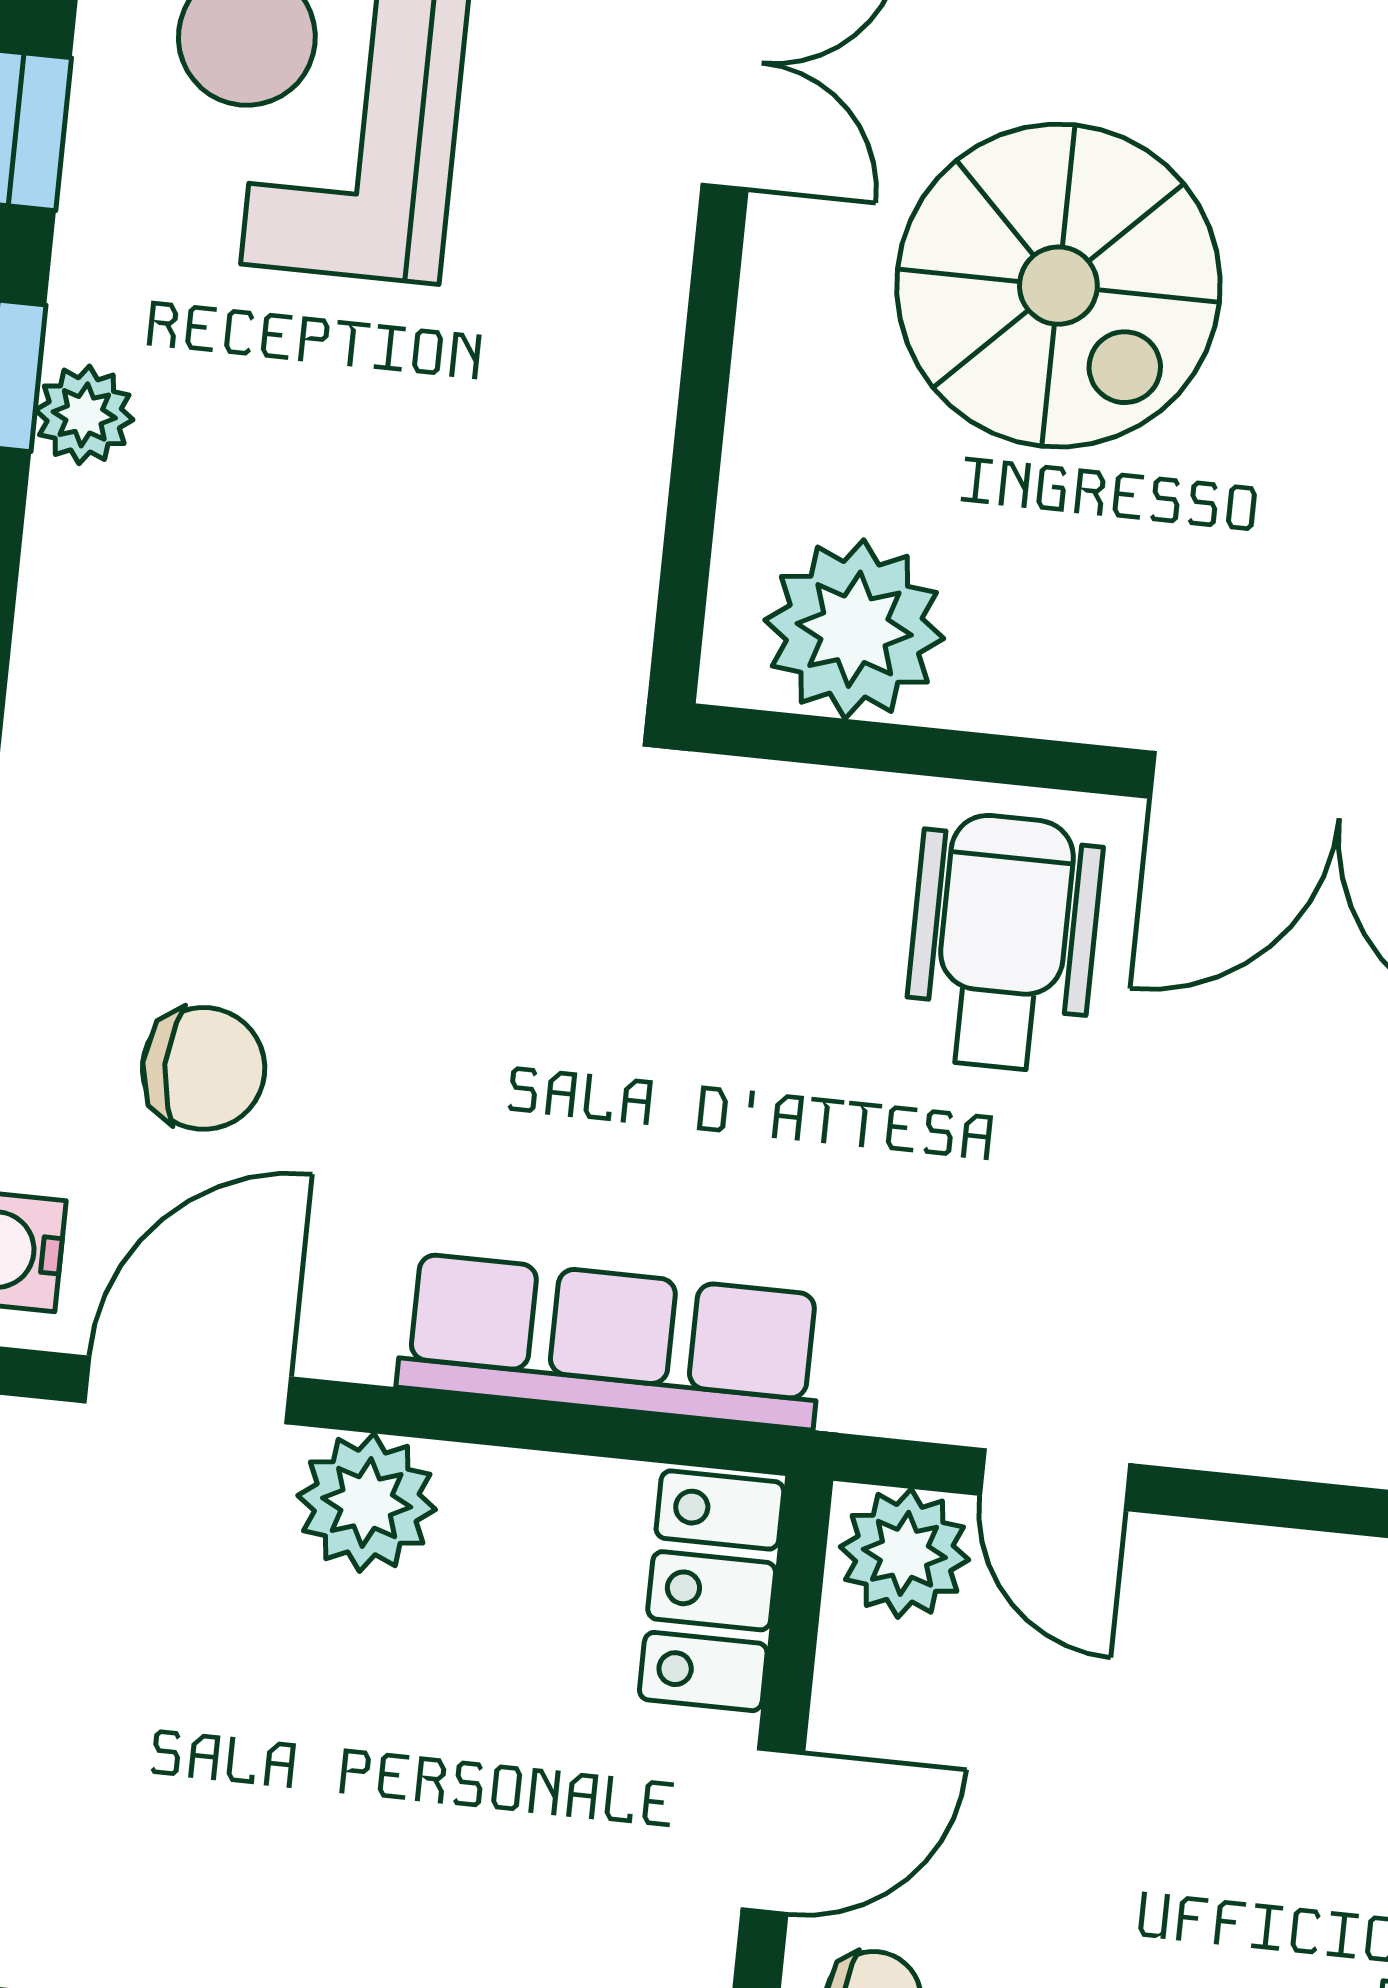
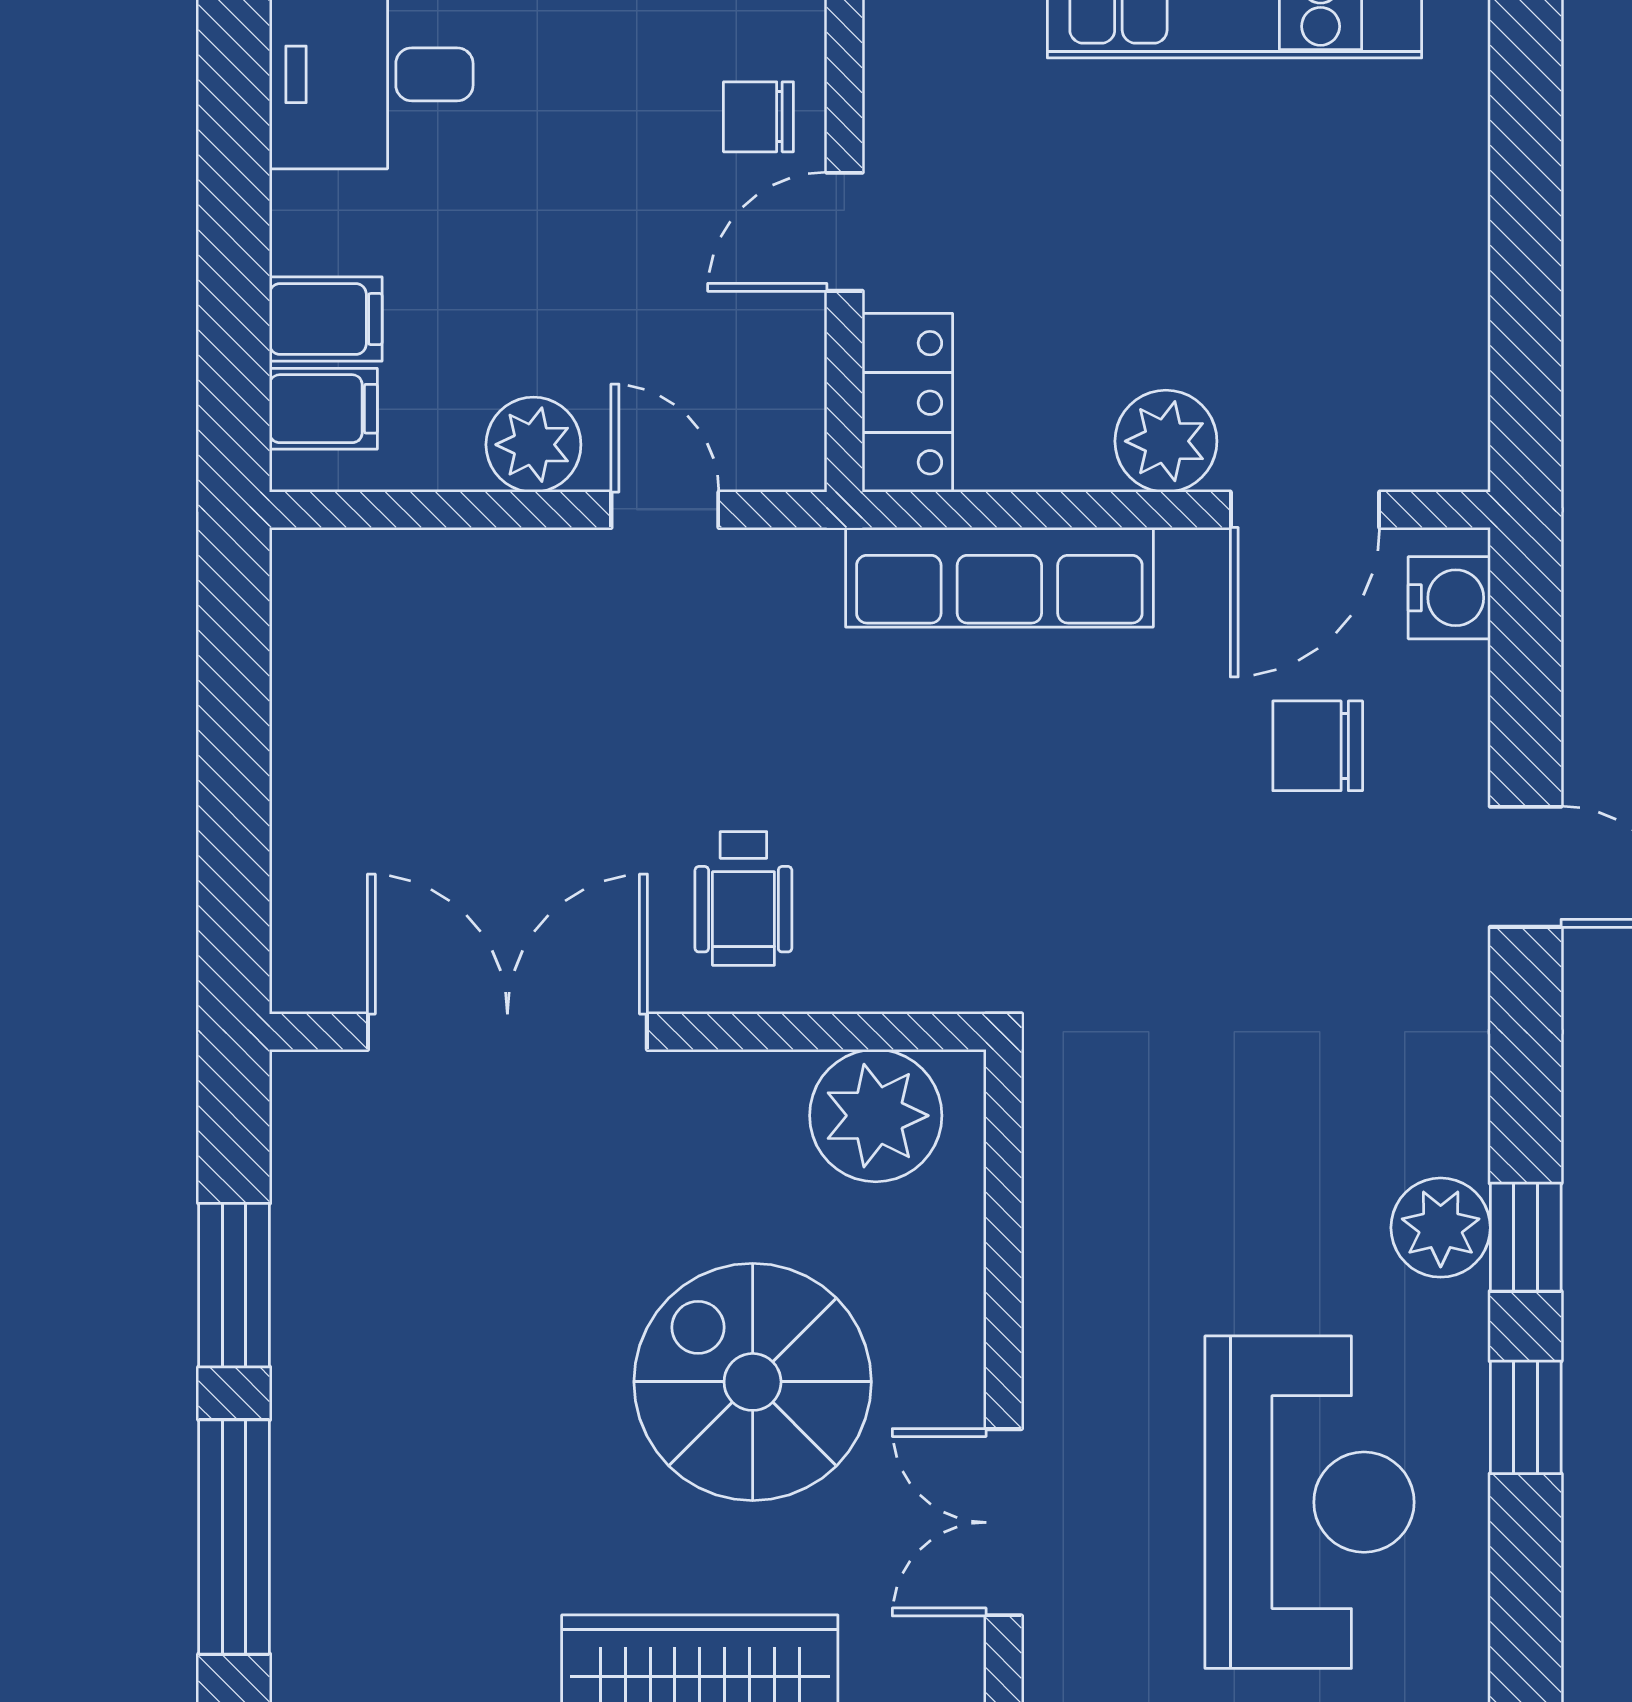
plant: (84, 415) -> (1441, 1228), width x1.38, depth x1.38
wheelchair: (1003, 942) -> (743, 898), width x0.73, depth x0.73
plant: (904, 1553) -> (533, 445), moved

